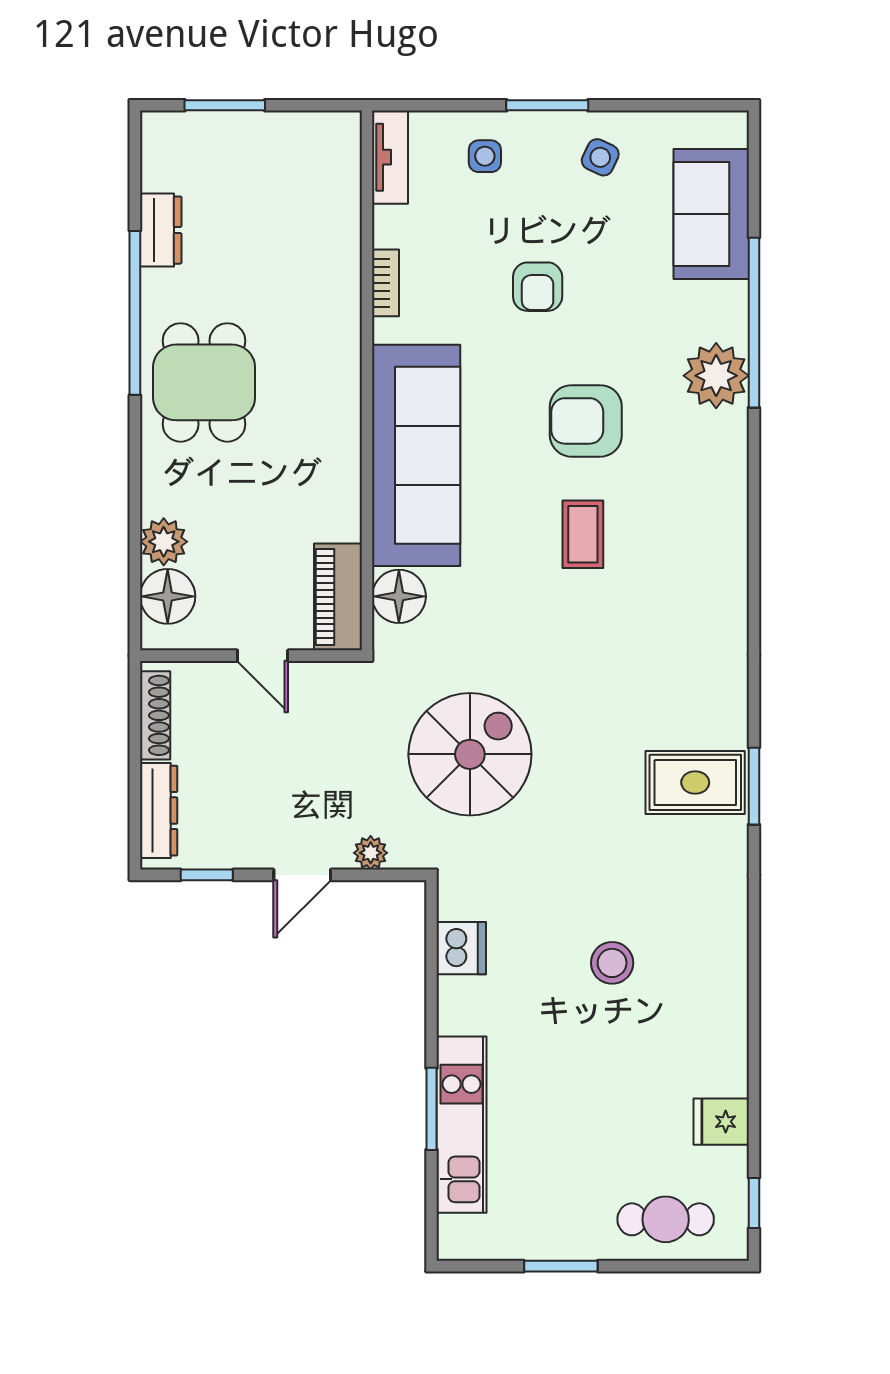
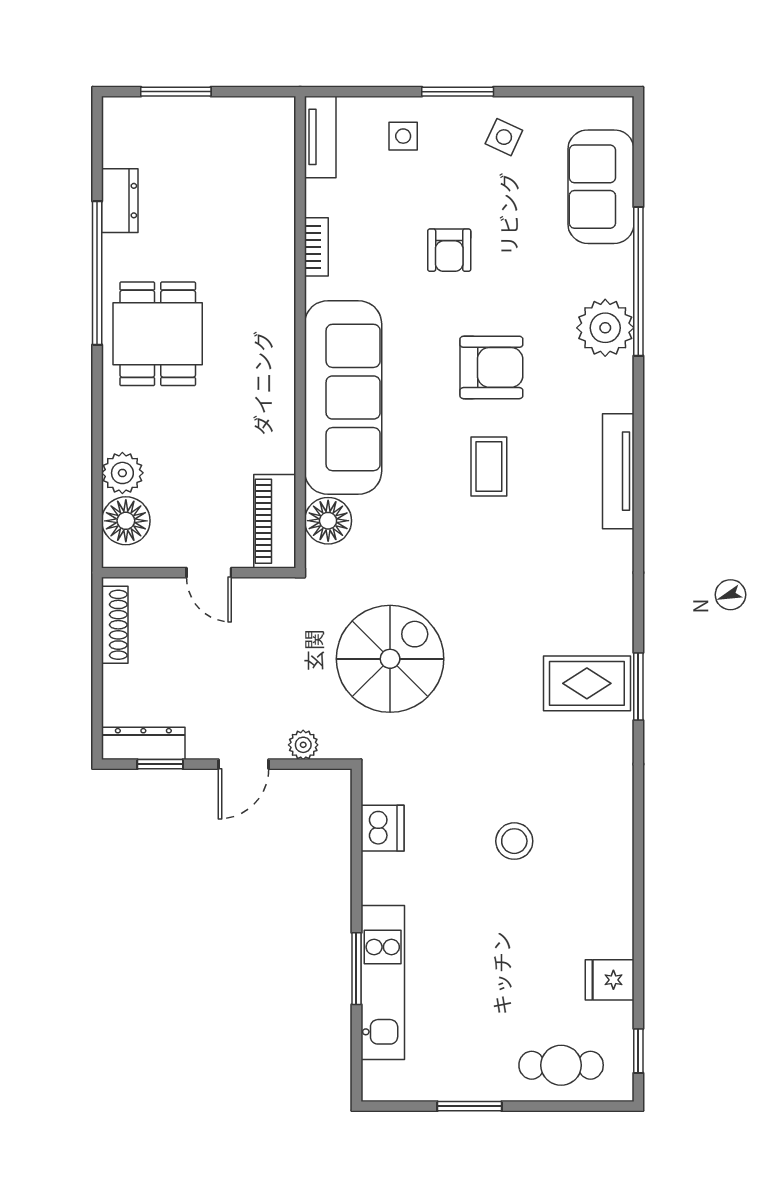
armchair: (586, 421) -> (491, 367), turned 180
tv unit: (731, 540) -> (618, 471), added
dresser: (159, 811) -> (143, 743), moved, turned -90

